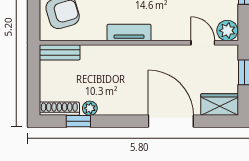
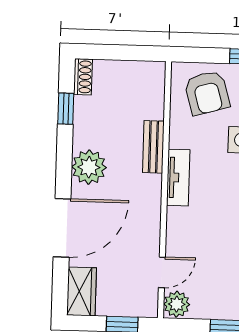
bench: (60, 52) -> (153, 147), moved
plant: (90, 108) -> (89, 167), moved, width x1.88, depth x1.88
shoe rack: (59, 109) -> (83, 77), width x0.70

